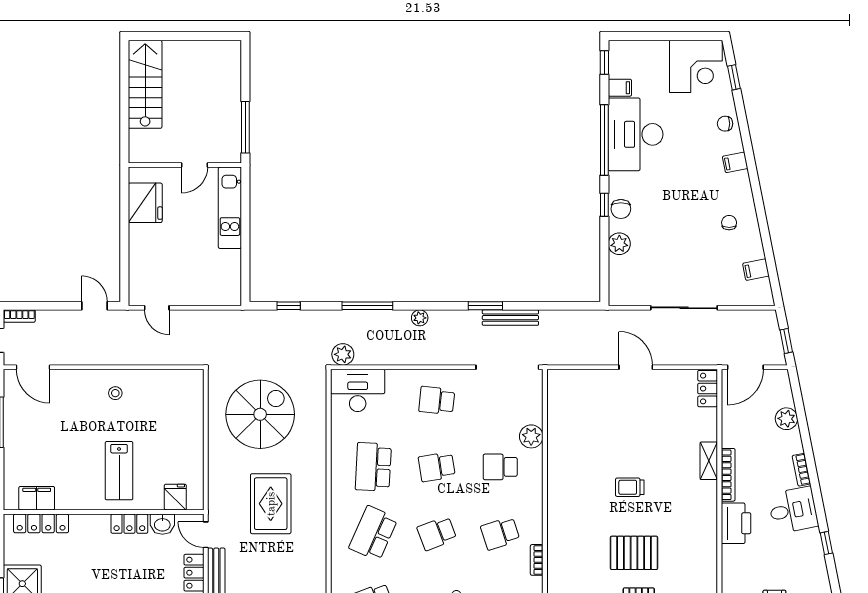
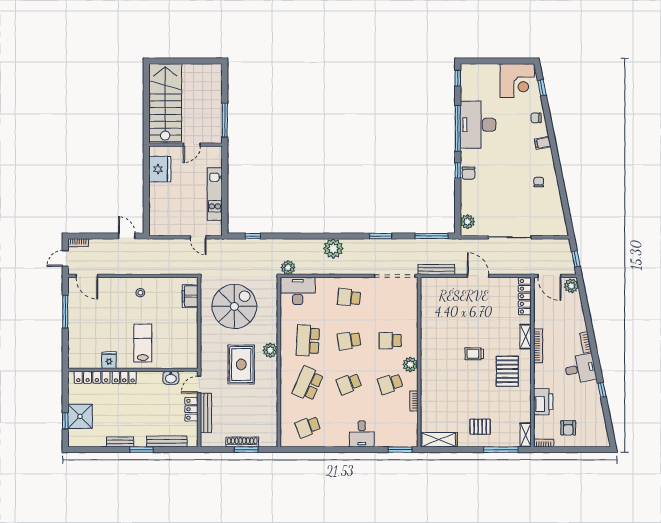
stairs: (145, 84) -> (165, 103), width x1.36, depth x1.51
filing cabinet: (620, 88) -> (468, 94), removed
kitchen unit: (230, 208) -> (215, 194), moved
plant: (619, 244) -> (467, 222), moved
filing cabinet: (756, 270) -> (556, 213), removed
window: (367, 306) -> (432, 236), moved
door: (157, 308) -> (198, 237), moved
plant: (420, 318) -> (333, 248), width x1.87, depth x1.87
bench: (510, 318) -> (436, 270), moved
door: (745, 367) -> (549, 276), hinge flipped
locker: (708, 389) -> (525, 296), width x1.53
plant: (786, 419) -> (571, 286), moved
plant: (531, 436) -> (410, 364), moved
lab bench: (119, 471) -> (143, 343), turned 180
plant: (315, 482) -> (270, 350), added
fridge: (175, 497) -> (109, 360), moved
filing cabinet: (37, 498) -> (190, 296), moved, turned -90
printer: (736, 523) -> (543, 402), moved
locker: (129, 524) -> (124, 377), moved
door: (206, 535) -> (199, 385), hinge flipped
pallet: (634, 553) -> (507, 371), moved, turned 90

